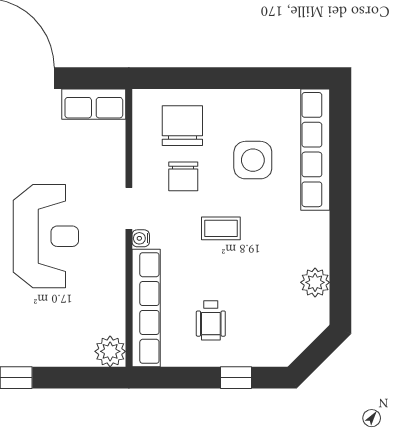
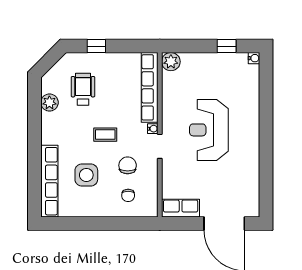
chair: (182, 126) -> (128, 195), width x0.54, depth x0.54
wheelchair: (211, 320) -> (83, 89), moved, width x1.36, depth x1.37

